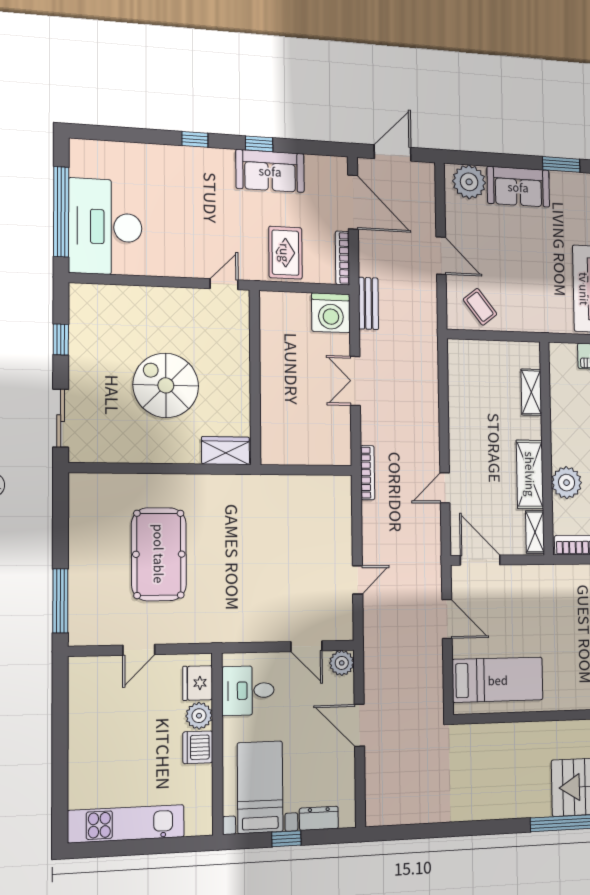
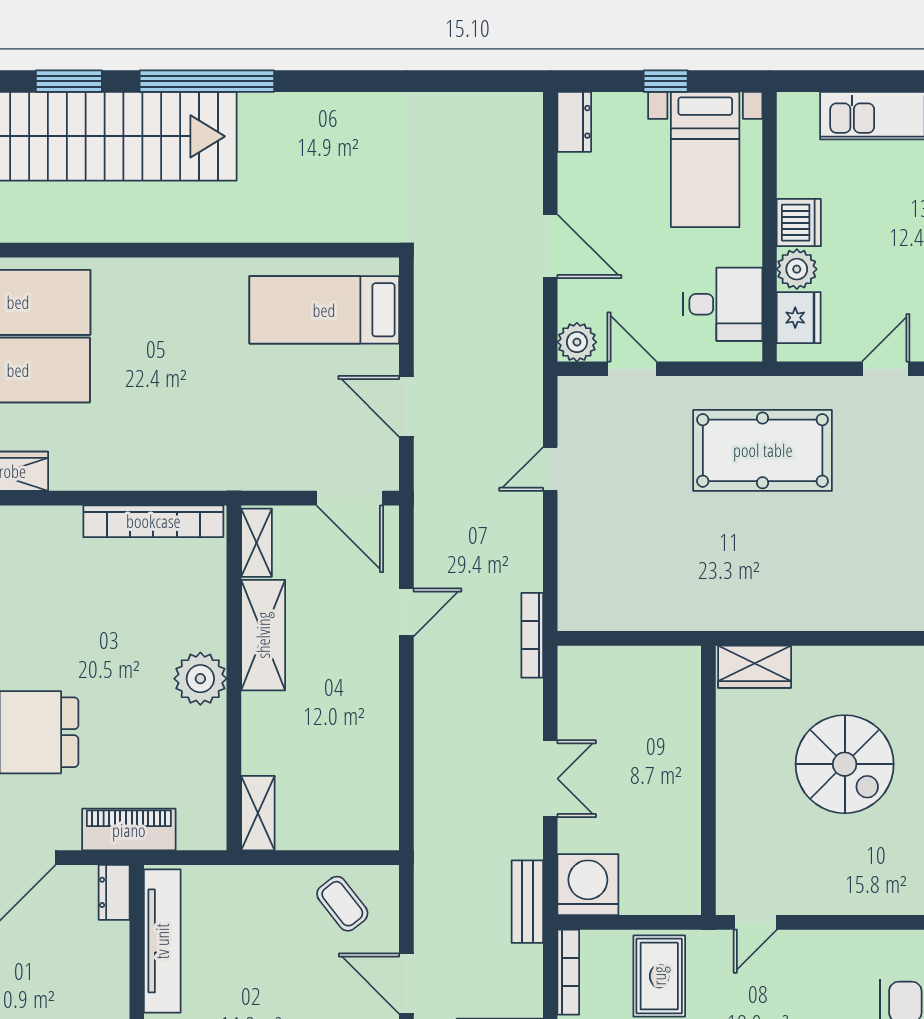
shelving: (531, 392) -> (258, 813), moved
plant: (567, 483) -> (200, 679), moved
pool table: (159, 554) -> (763, 450), moved, turned 90
dresser: (319, 818) -> (574, 122), moved, turned -90

